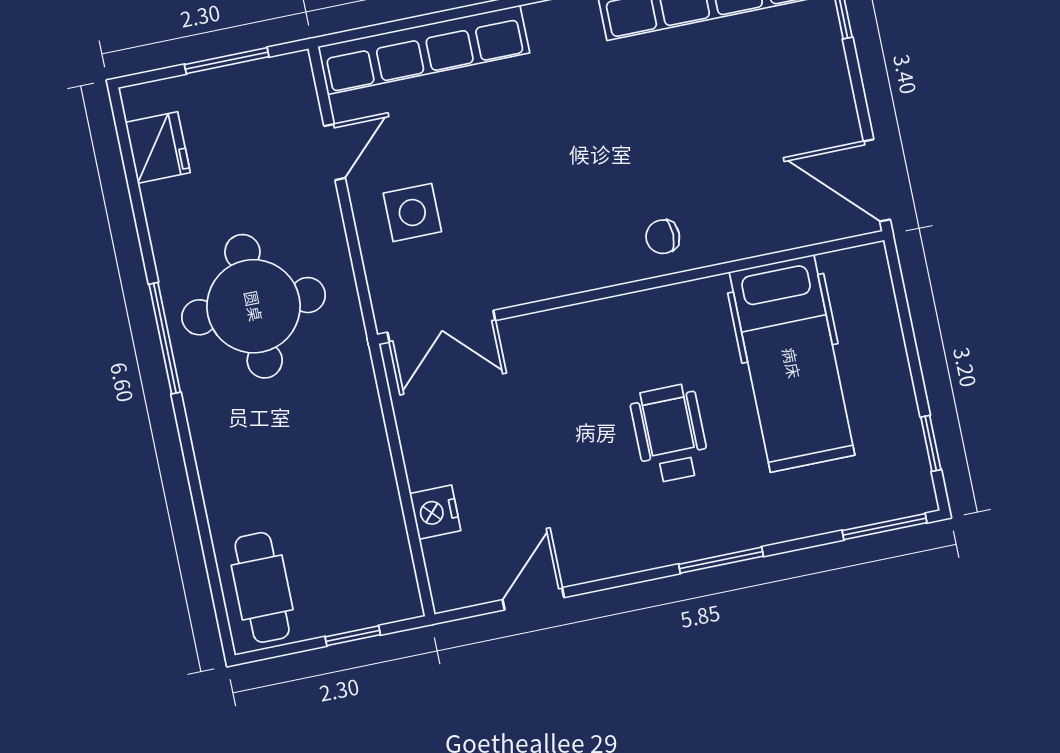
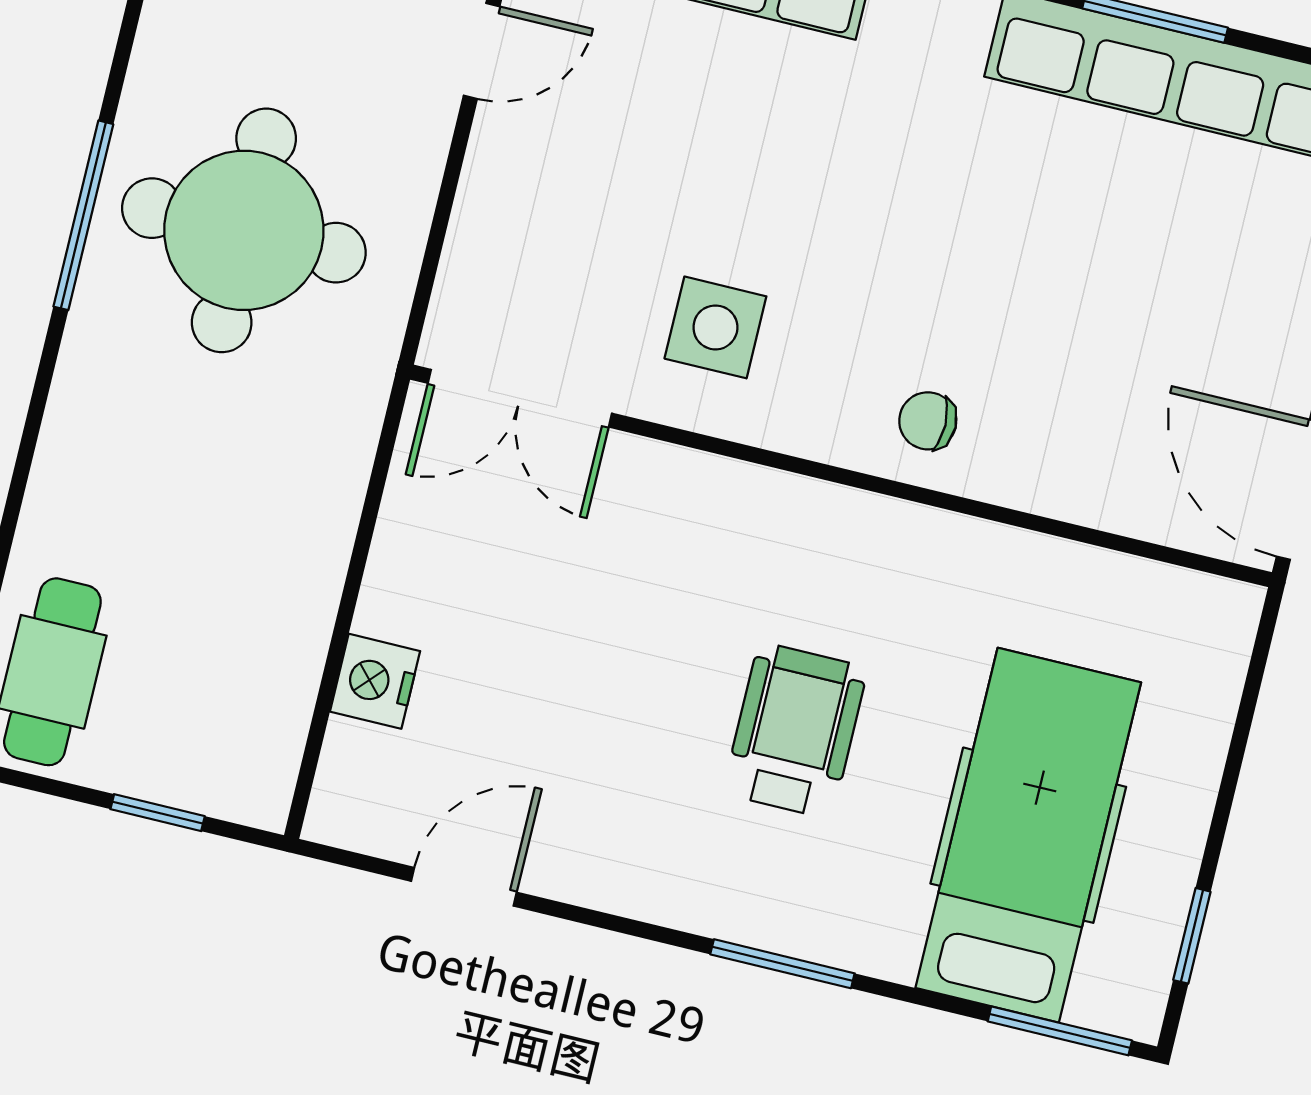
side table: (412, 212) -> (715, 327), moved
hospital bed: (792, 363) -> (1028, 835), moved, turned 180

